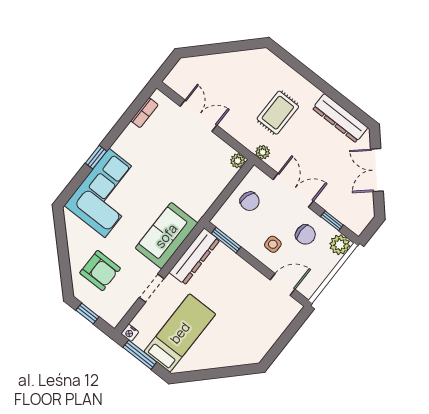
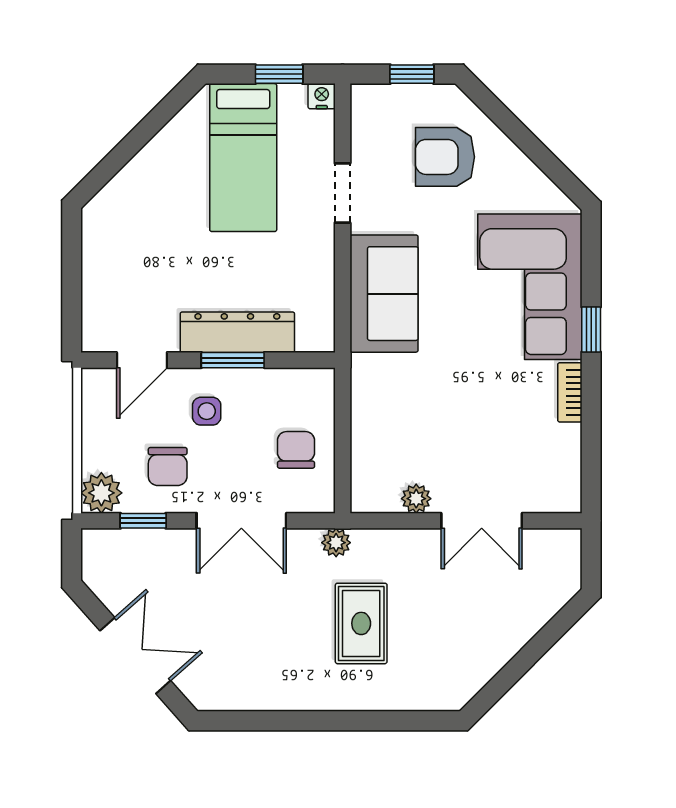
bookcase: (145, 113) -> (570, 392), moved
dresser: (340, 118) -> (257, 692), removed
plant: (238, 161) -> (416, 499), moved
chair: (250, 201) -> (296, 450), turned 73
chair: (305, 235) -> (168, 466), turned -90
window: (226, 240) -> (233, 360), moved
dresser: (194, 256) -> (237, 332), moved, turned 90
window: (140, 355) -> (279, 74), width x0.67

